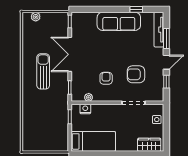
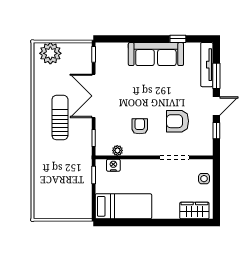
plant: (36, 17) -> (50, 53), width x1.88, depth x1.88

